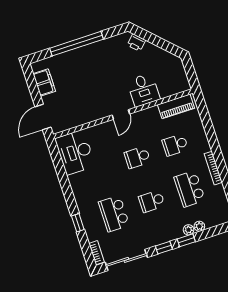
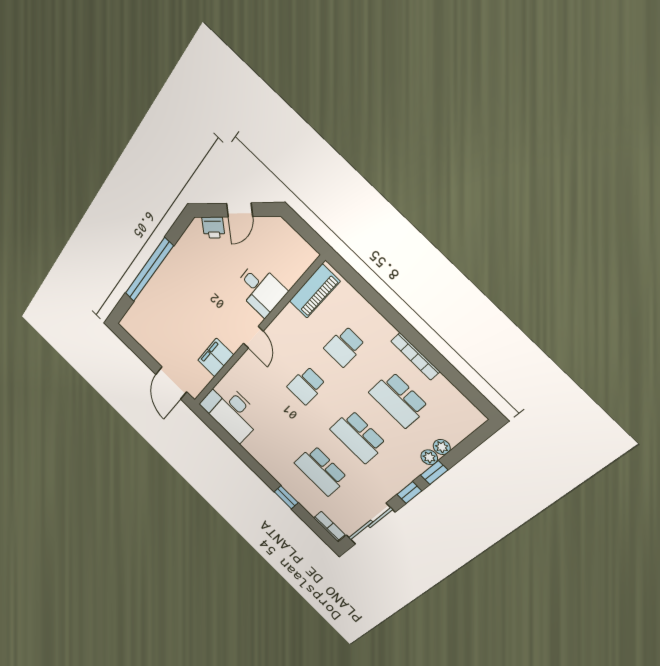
door: (159, 42) -> (240, 210), added
filing cabinet: (44, 82) -> (216, 358), moved, turned -90
school desk: (152, 201) -> (358, 437), width x1.85

